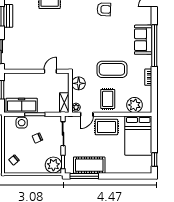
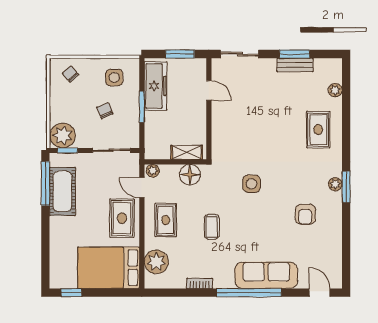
sofa: (143, 40) -> (266, 275), width x1.36
side table: (84, 44) -> (252, 184), added
coffee table: (112, 69) -> (212, 227), width x0.54, depth x0.58
door: (50, 71) -> (209, 90), moved
rug: (108, 99) -> (166, 220), turned 90
shelving: (64, 103) -> (187, 152), moved
side table: (22, 123) -> (114, 78), moved

